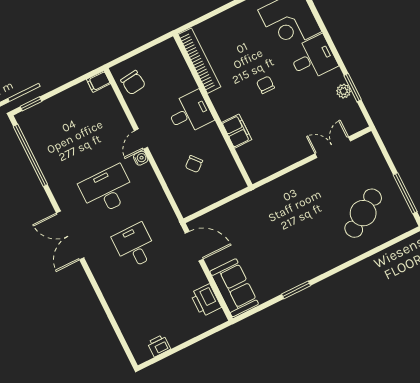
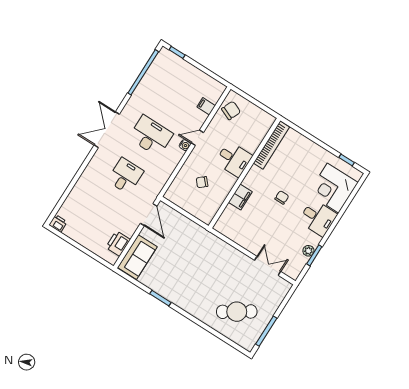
filing cabinet: (98, 81) -> (206, 106), moved
chair: (133, 83) -> (231, 110), turned -150
printer: (159, 346) -> (58, 223), moved

